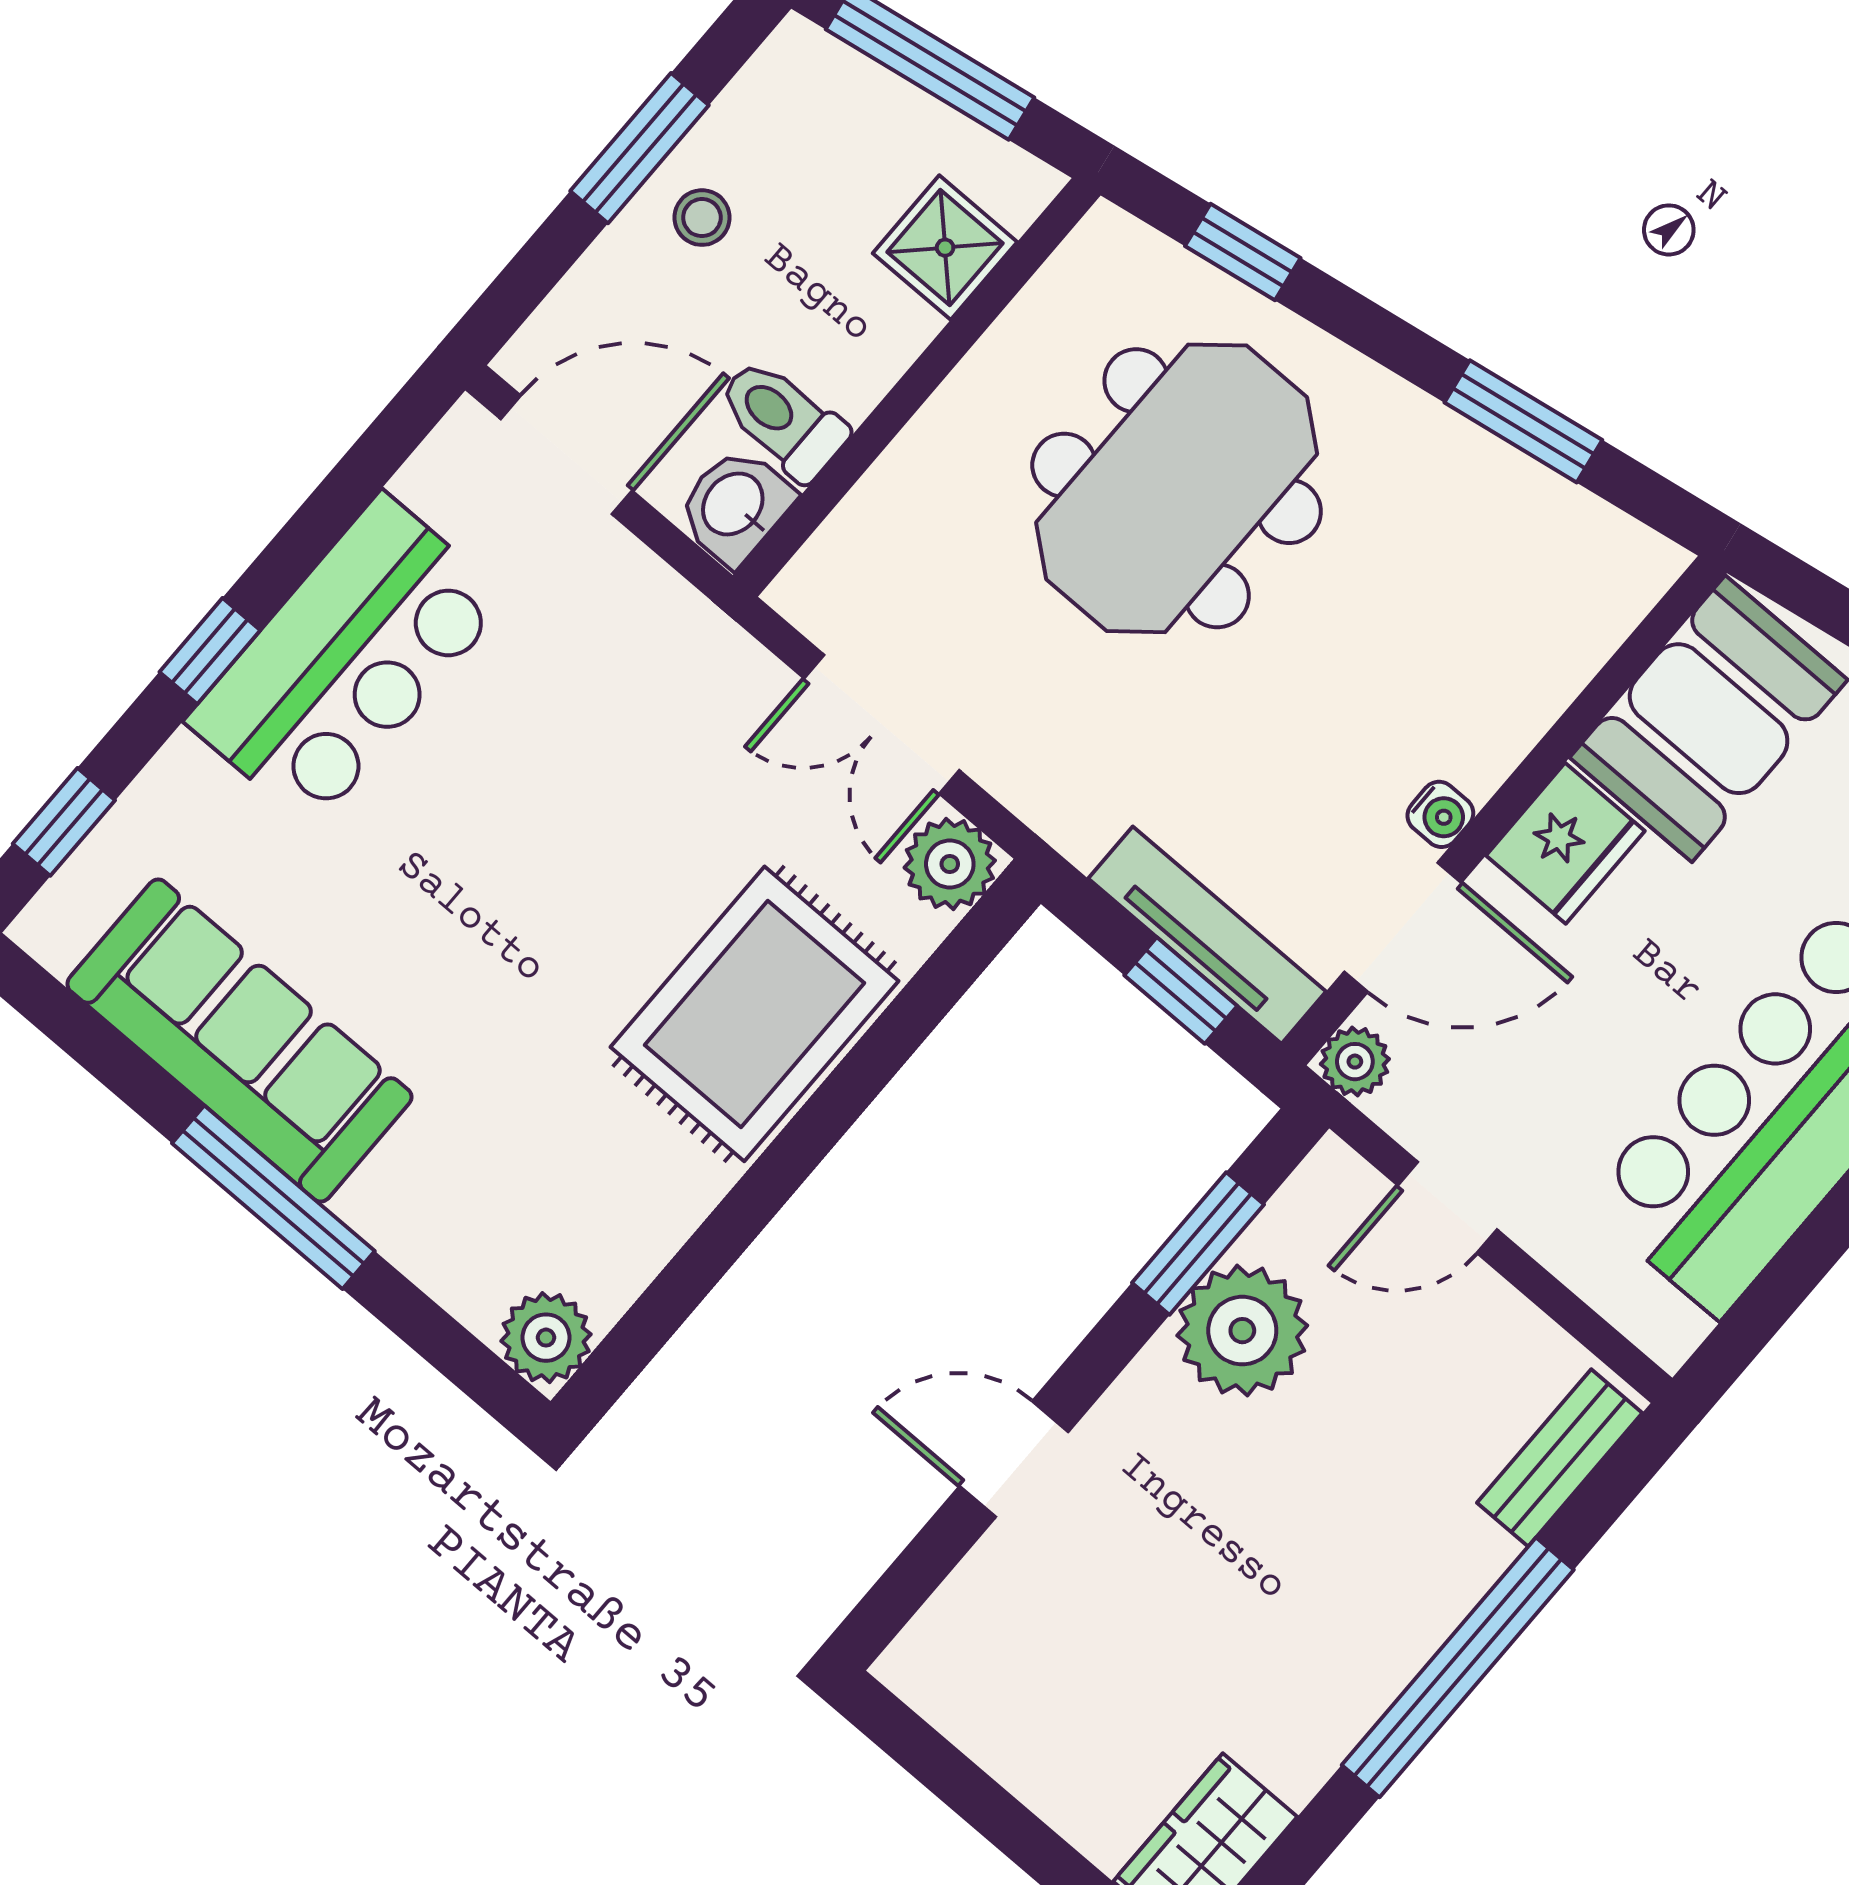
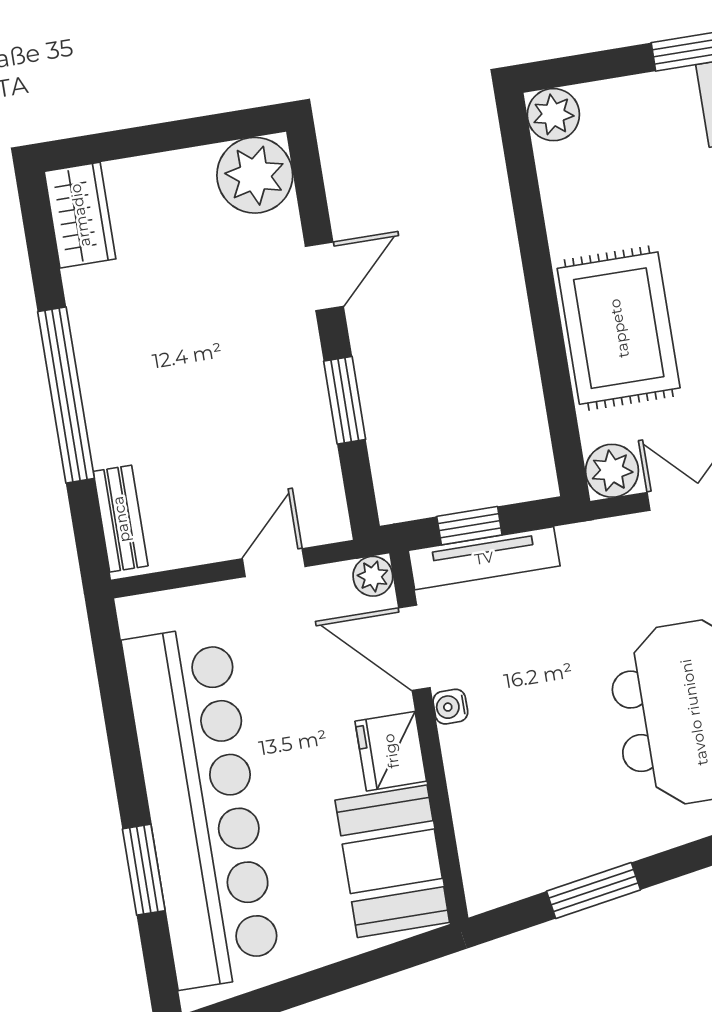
door: (1403, 927) -> (414, 648), hinge flipped
window: (1198, 1244) -> (345, 400), moved
plant: (1242, 1331) -> (255, 175), moved

